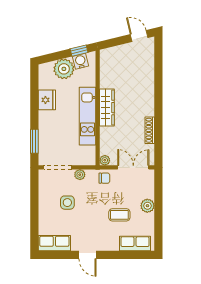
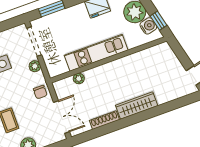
wardrobe: (107, 108) -> (137, 105), moved, turned 180
plant: (105, 160) -> (79, 79), moved

